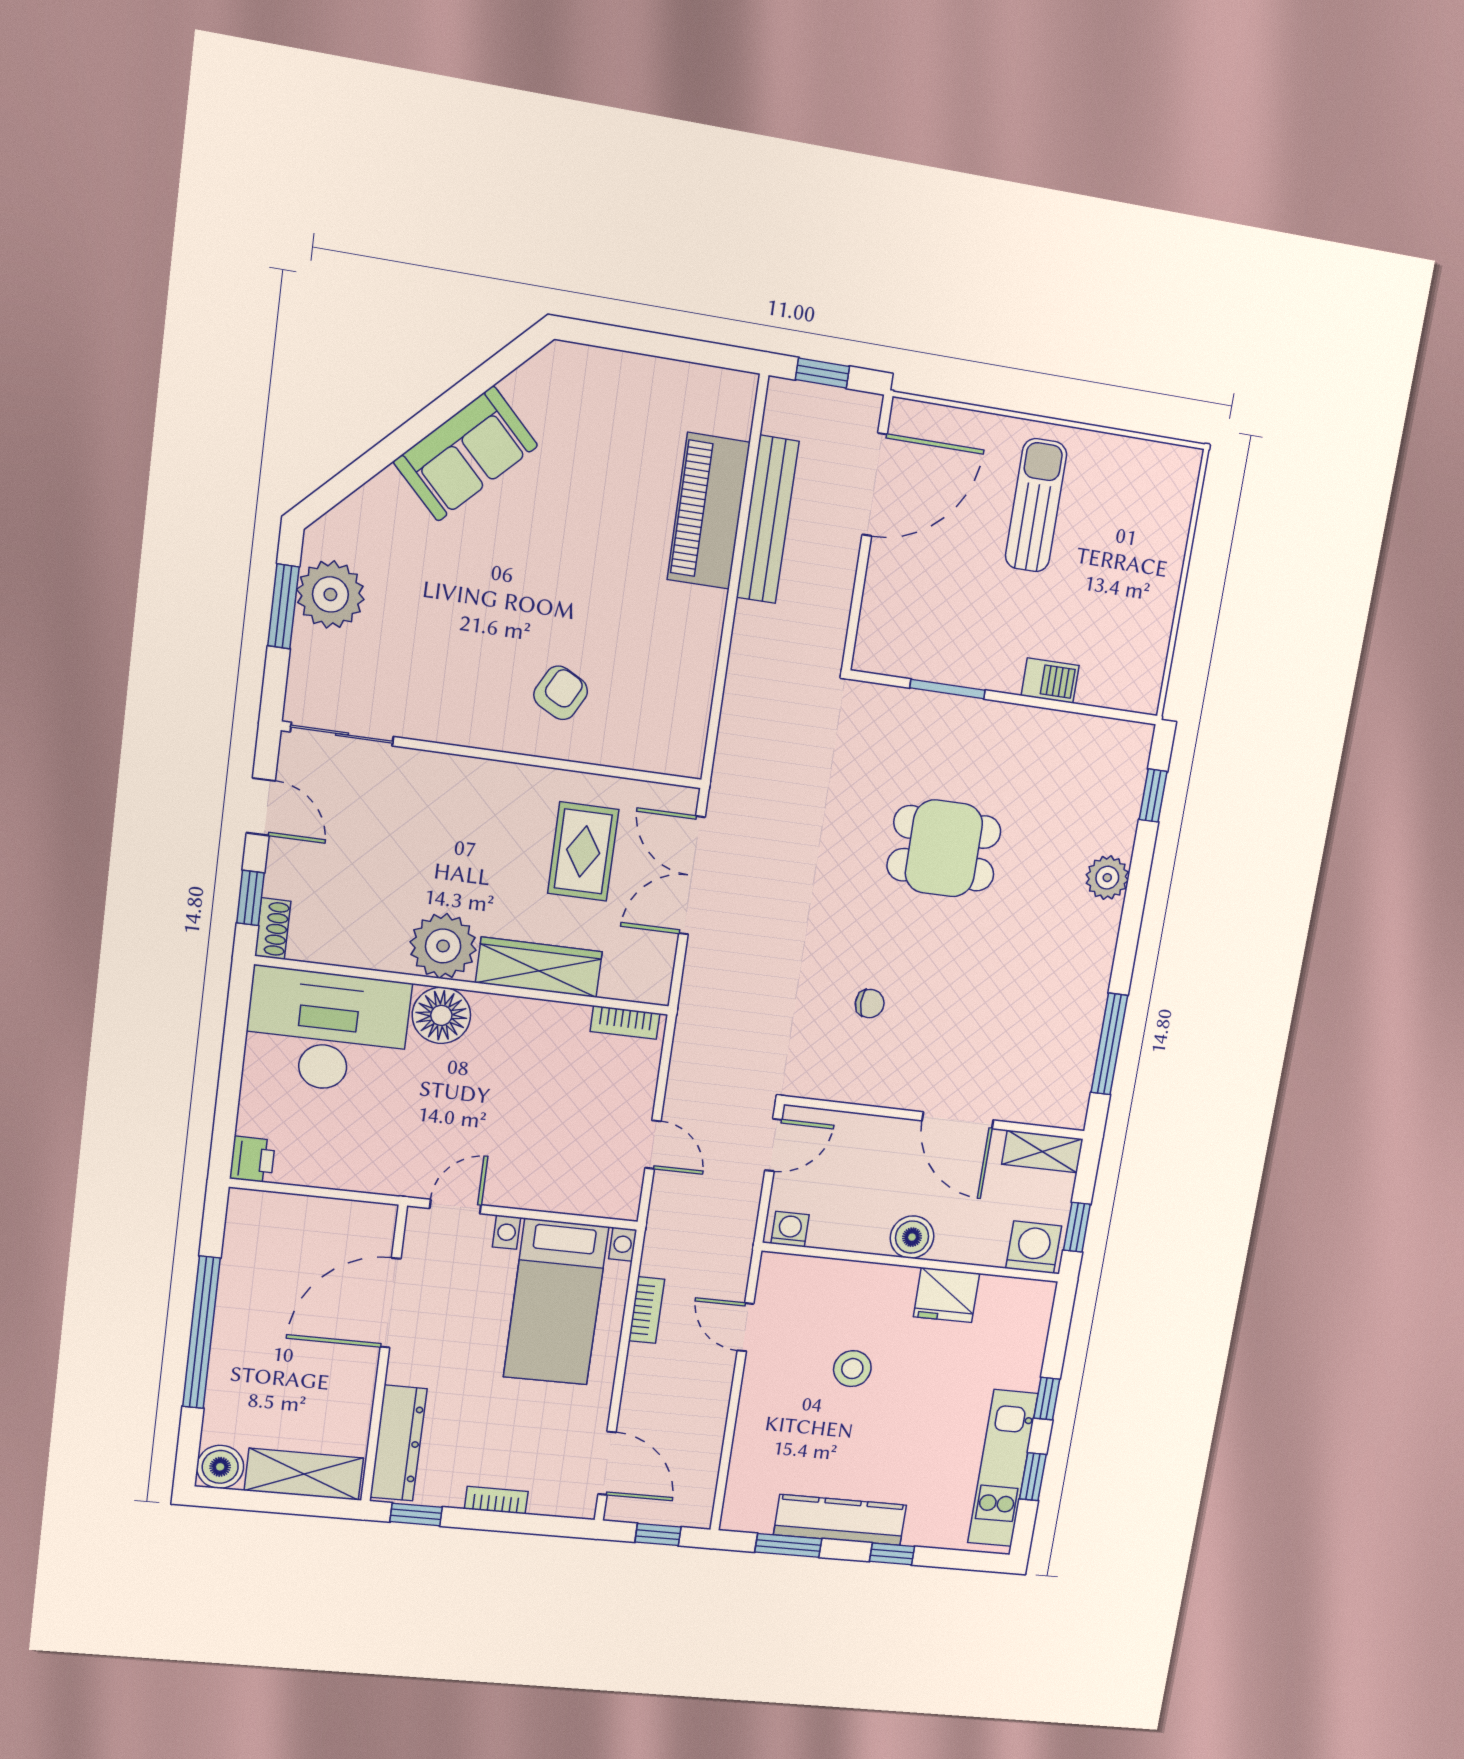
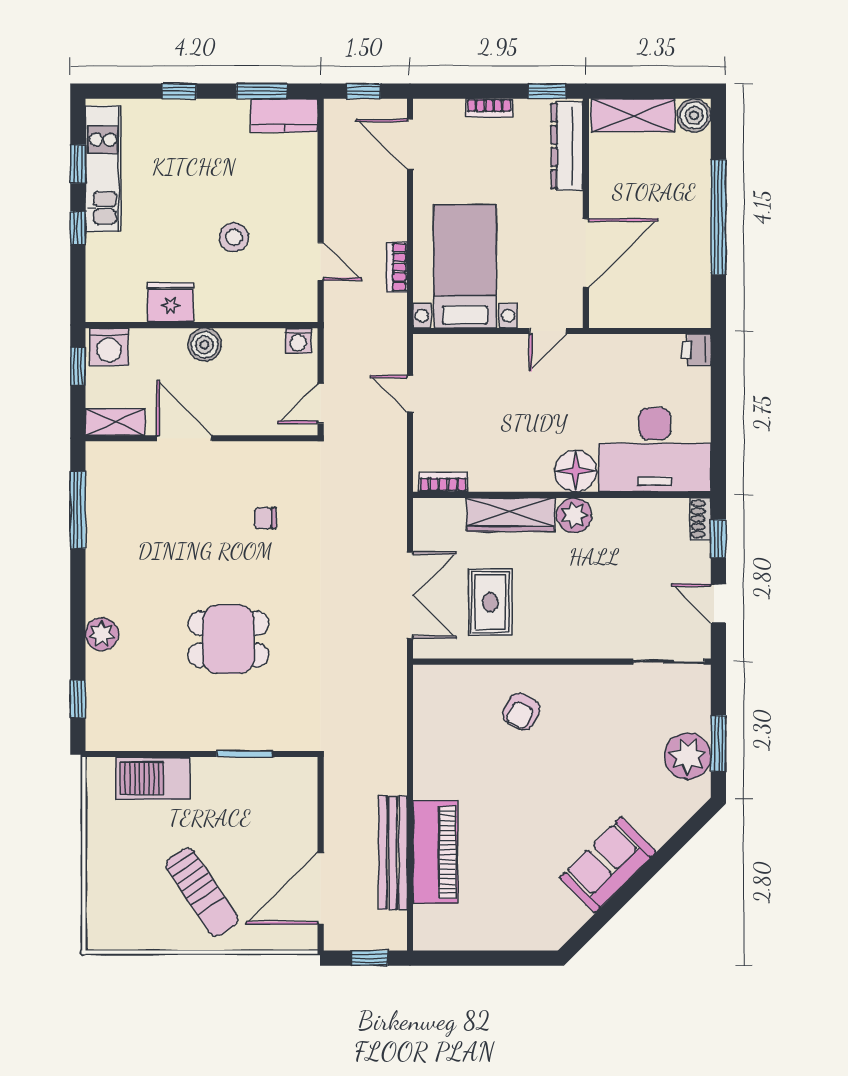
sun lounger: (1036, 505) -> (202, 892), turned -34
barbecue: (1050, 681) -> (153, 778), width x1.88, depth x1.53
plant: (443, 946) -> (574, 515), width x0.73, depth x0.73
kitchen counter: (840, 1520) -> (284, 115), moved, width x0.67

